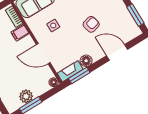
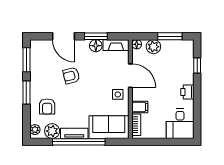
side table: (53, 26) -> (118, 94), moved
window: (79, 76) -> (96, 36), moved
plant: (26, 96) -> (153, 47), moved

